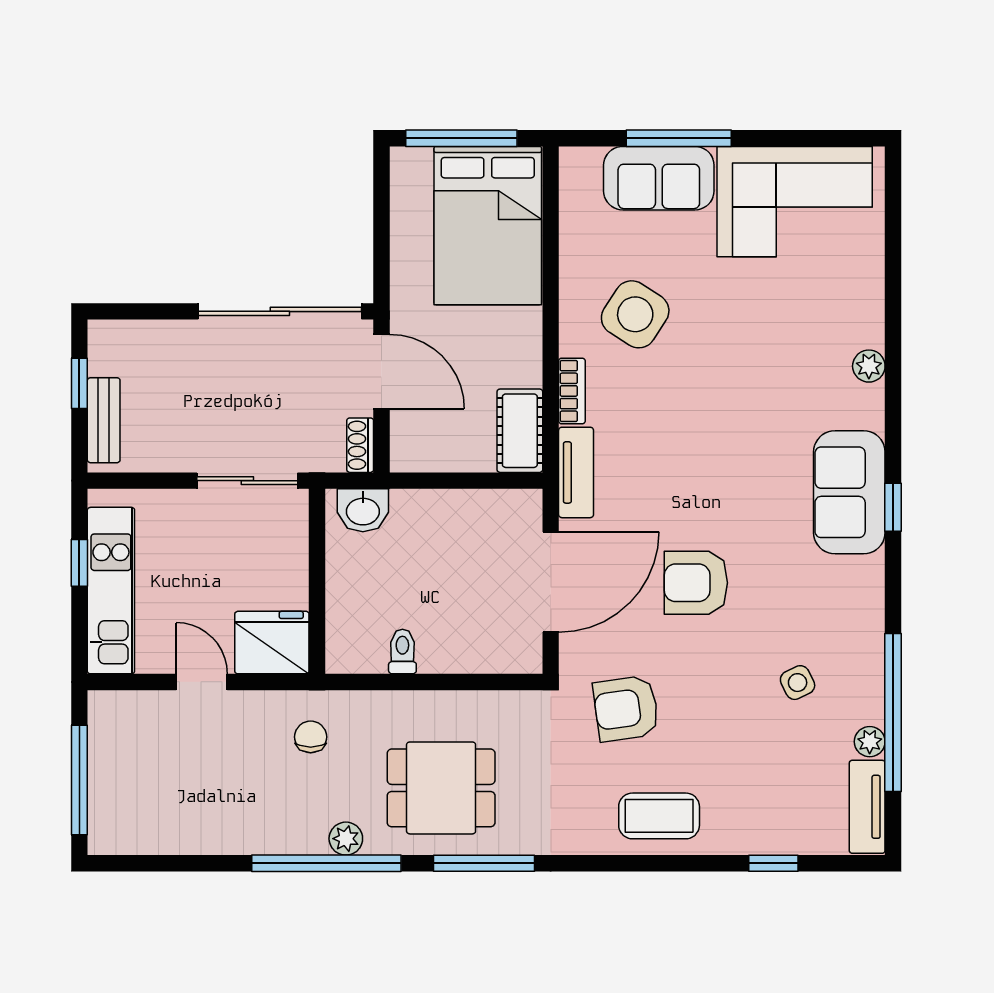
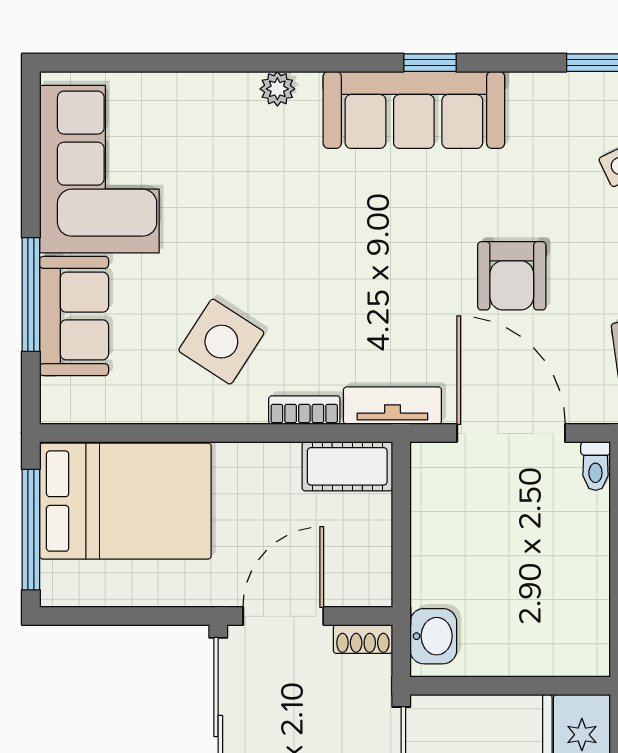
sofa: (849, 492) -> (414, 110), width x1.36
toilet: (402, 651) -> (595, 466), moved, turned -90

